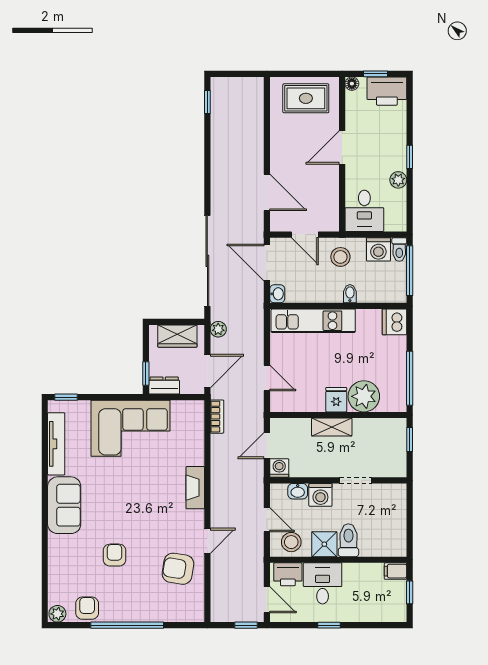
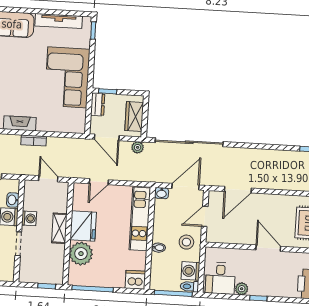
desk: (364, 211) -> (220, 278), moved, turned -90
fridge: (336, 400) -> (83, 226), width x1.88, depth x1.34
bookcase: (217, 417) -> (34, 140), moved
washing machine: (279, 468) -> (29, 218), moved

